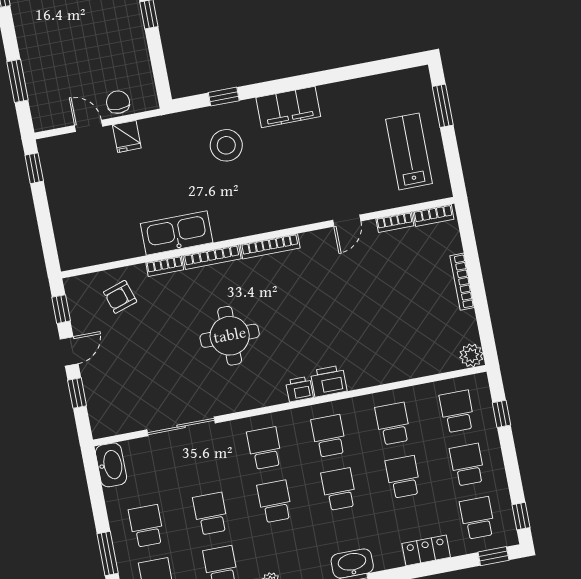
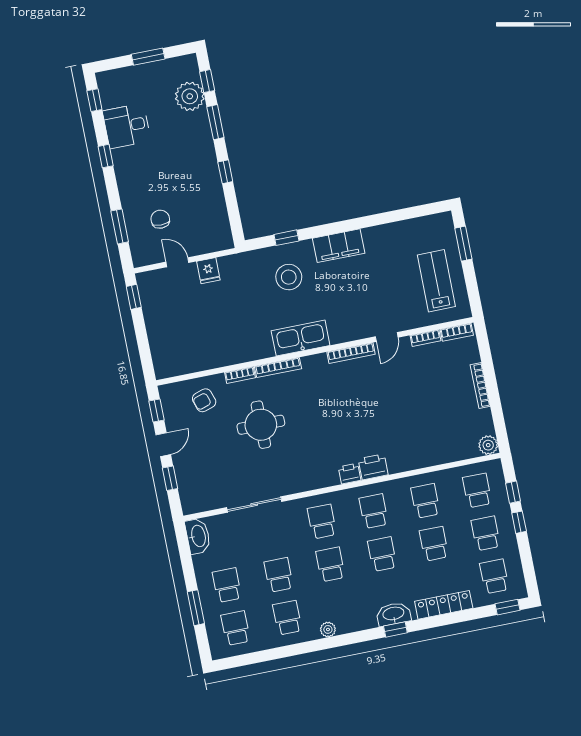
chair: (118, 102) -> (160, 219), moved
kitchen sink: (177, 233) -> (301, 338), moved
bookcase: (270, 246) -> (351, 353), moved
round table: (230, 336) -> (261, 425), moved
window: (521, 516) -> (519, 522), moved
locker: (426, 550) -> (444, 605), width x1.53

